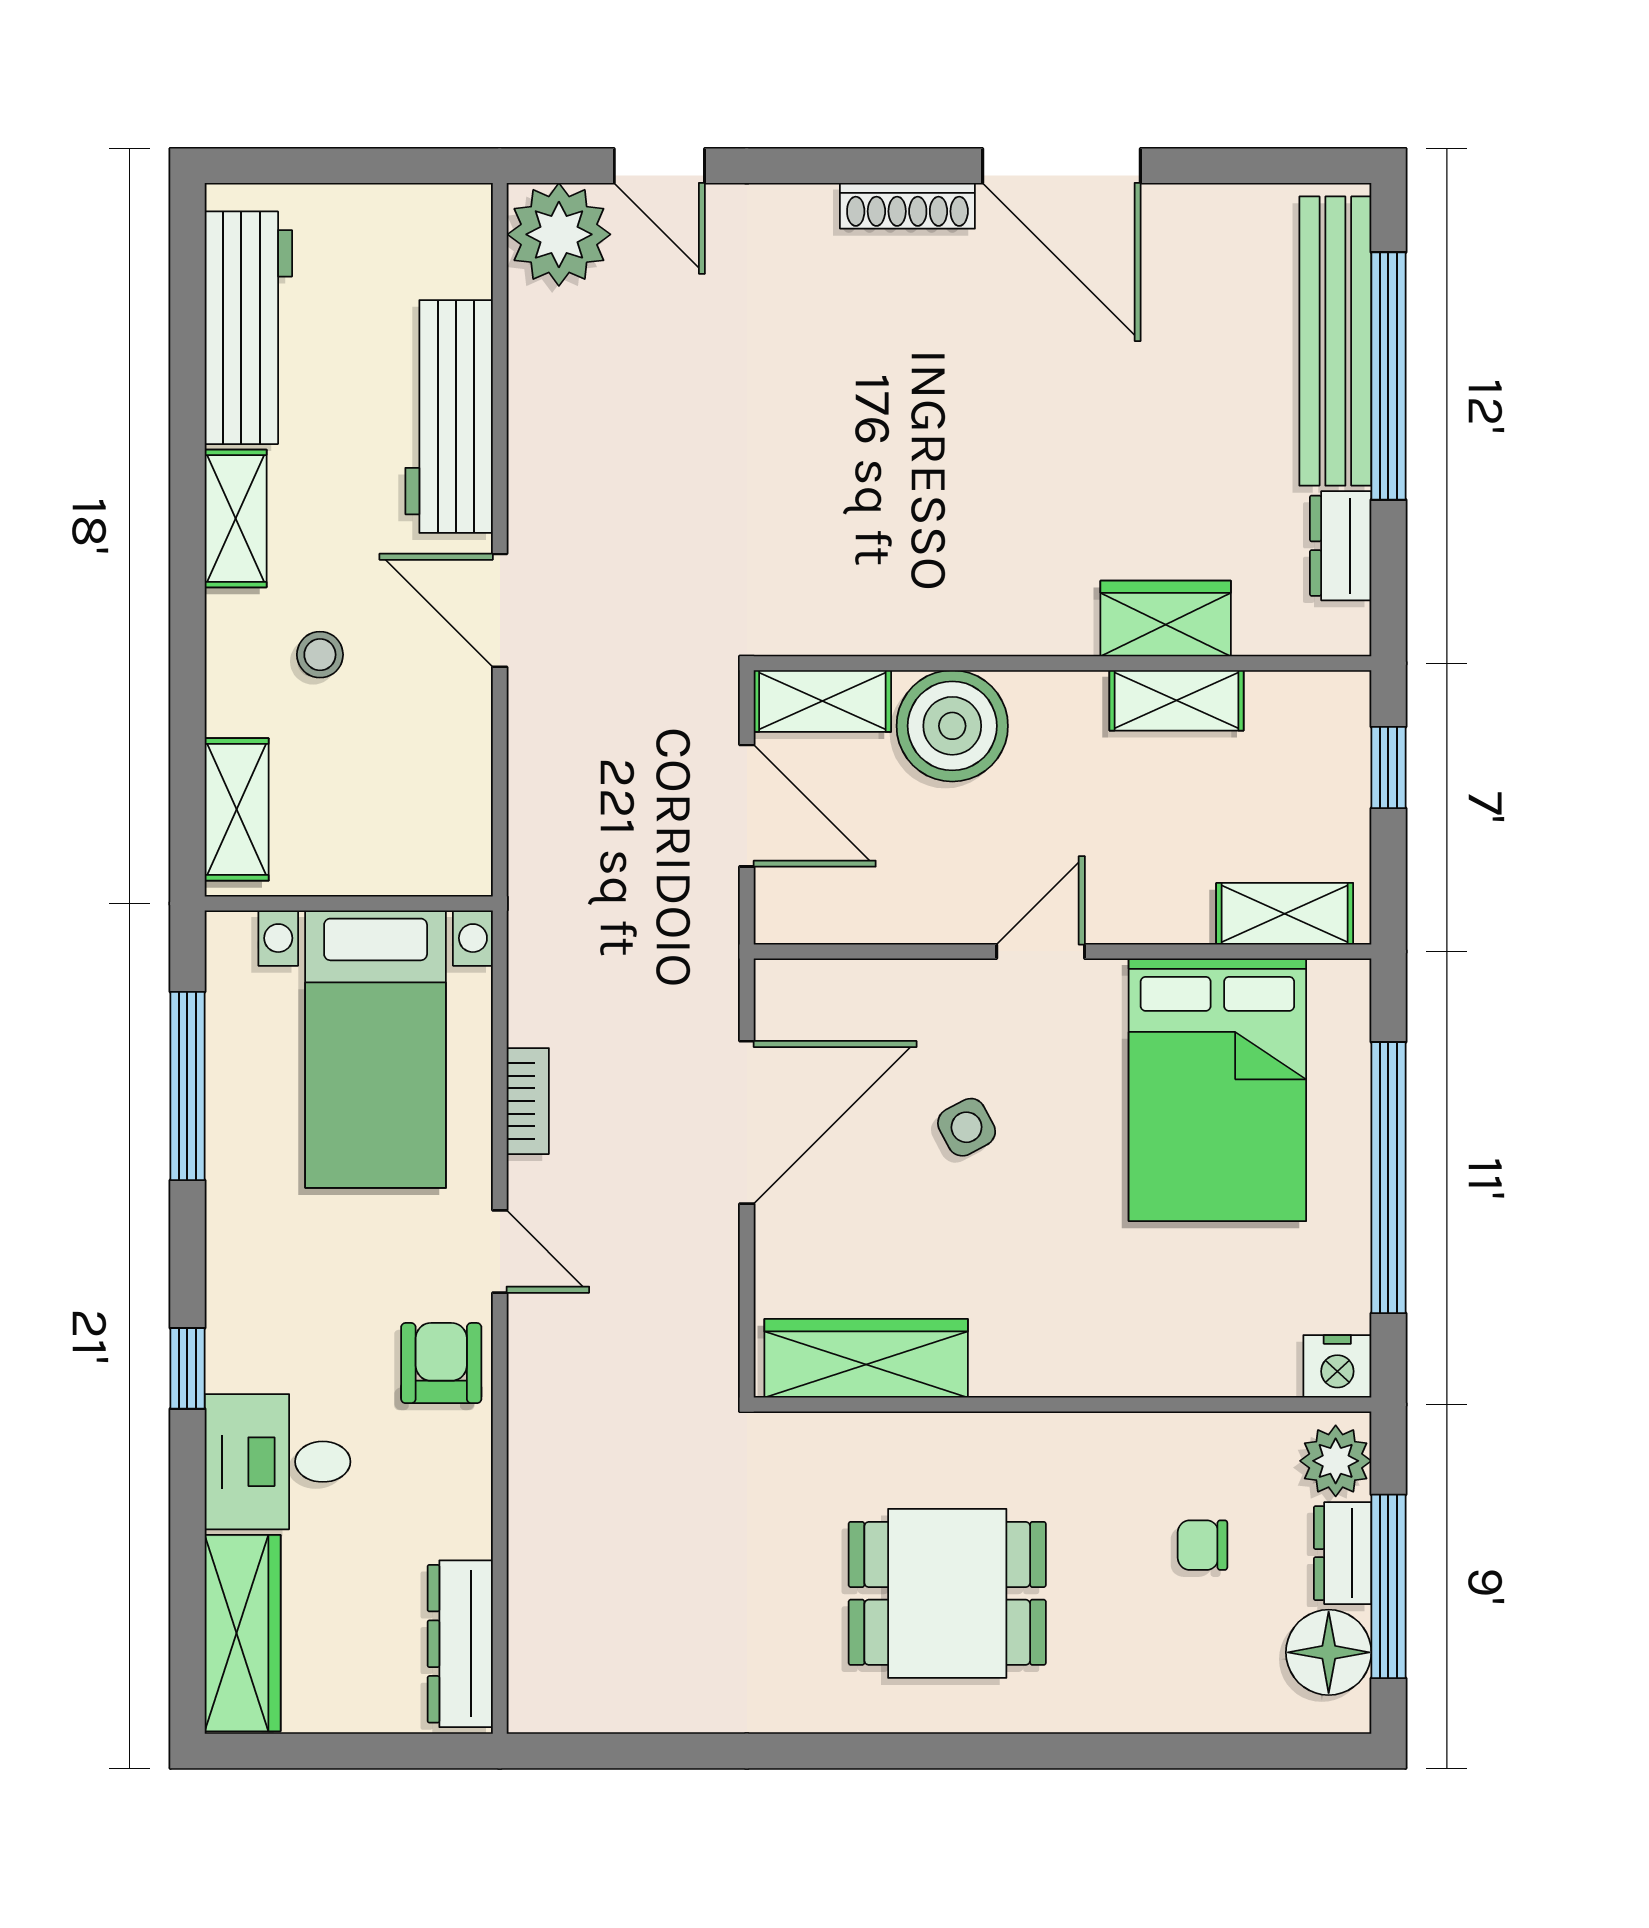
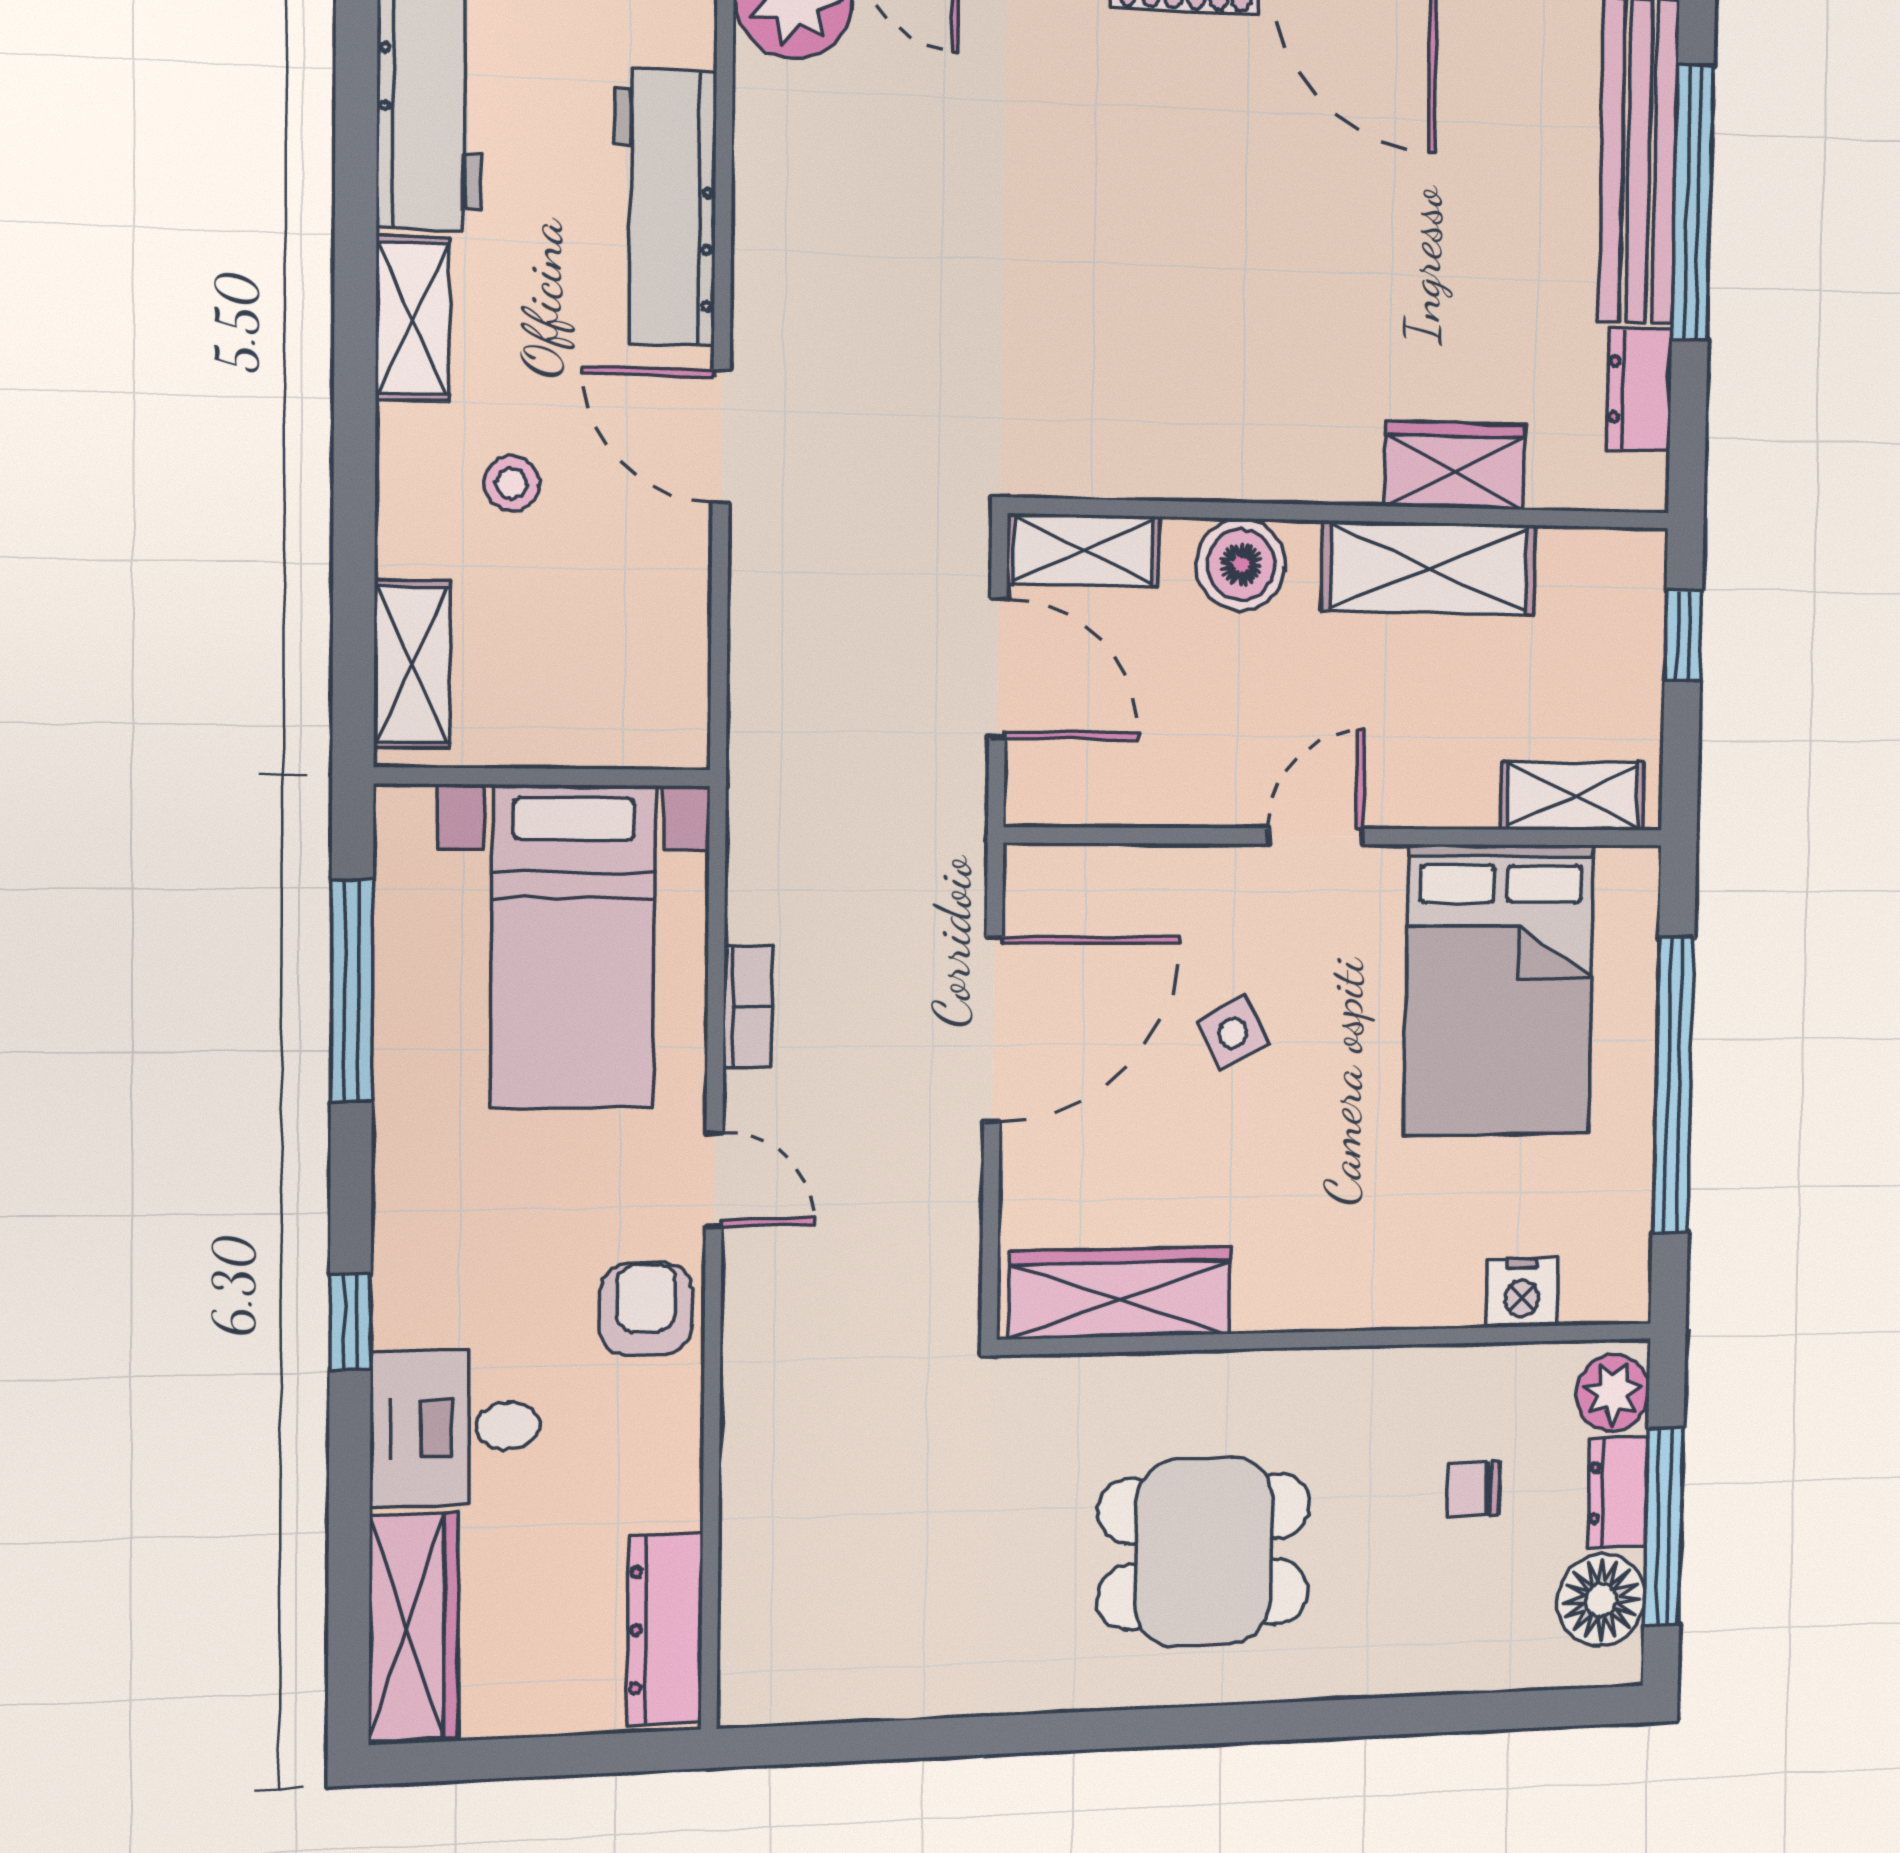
shelving: (1176, 700) -> (1429, 568), width x1.50, depth x1.33
boiler: (952, 726) -> (1241, 565), width x0.73, depth x0.73
nightstand: (1337, 1366) -> (1522, 1293), moved

